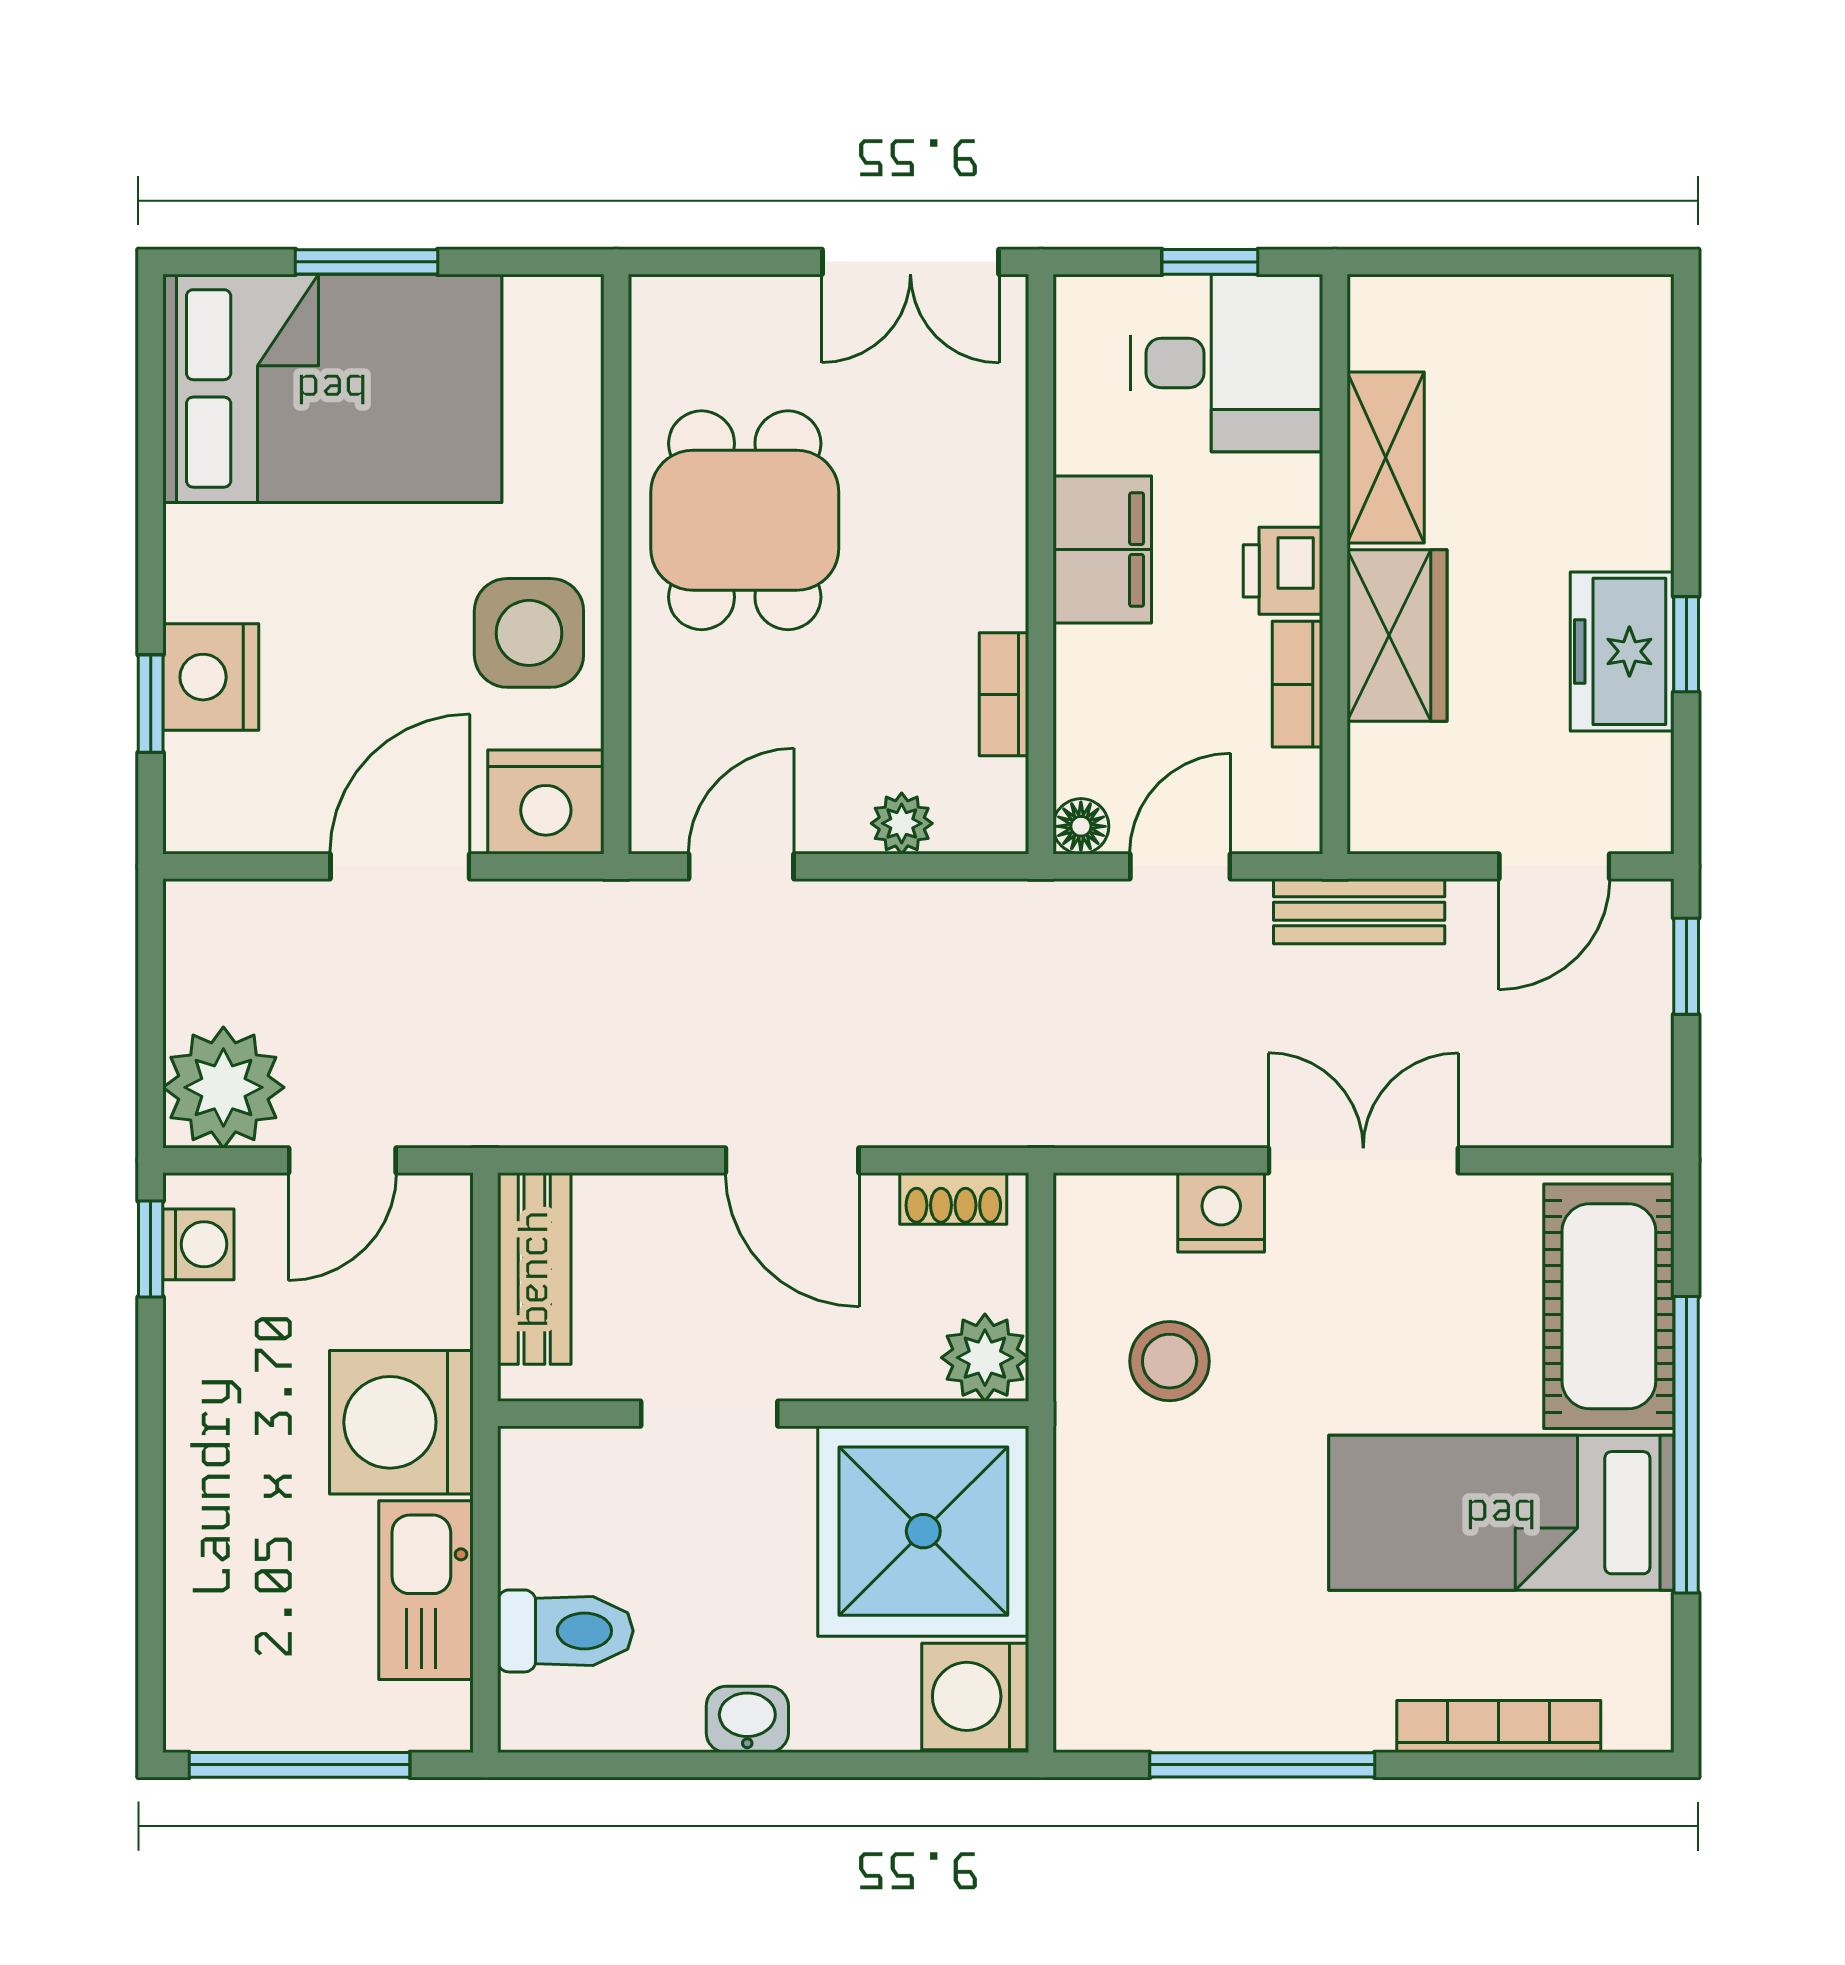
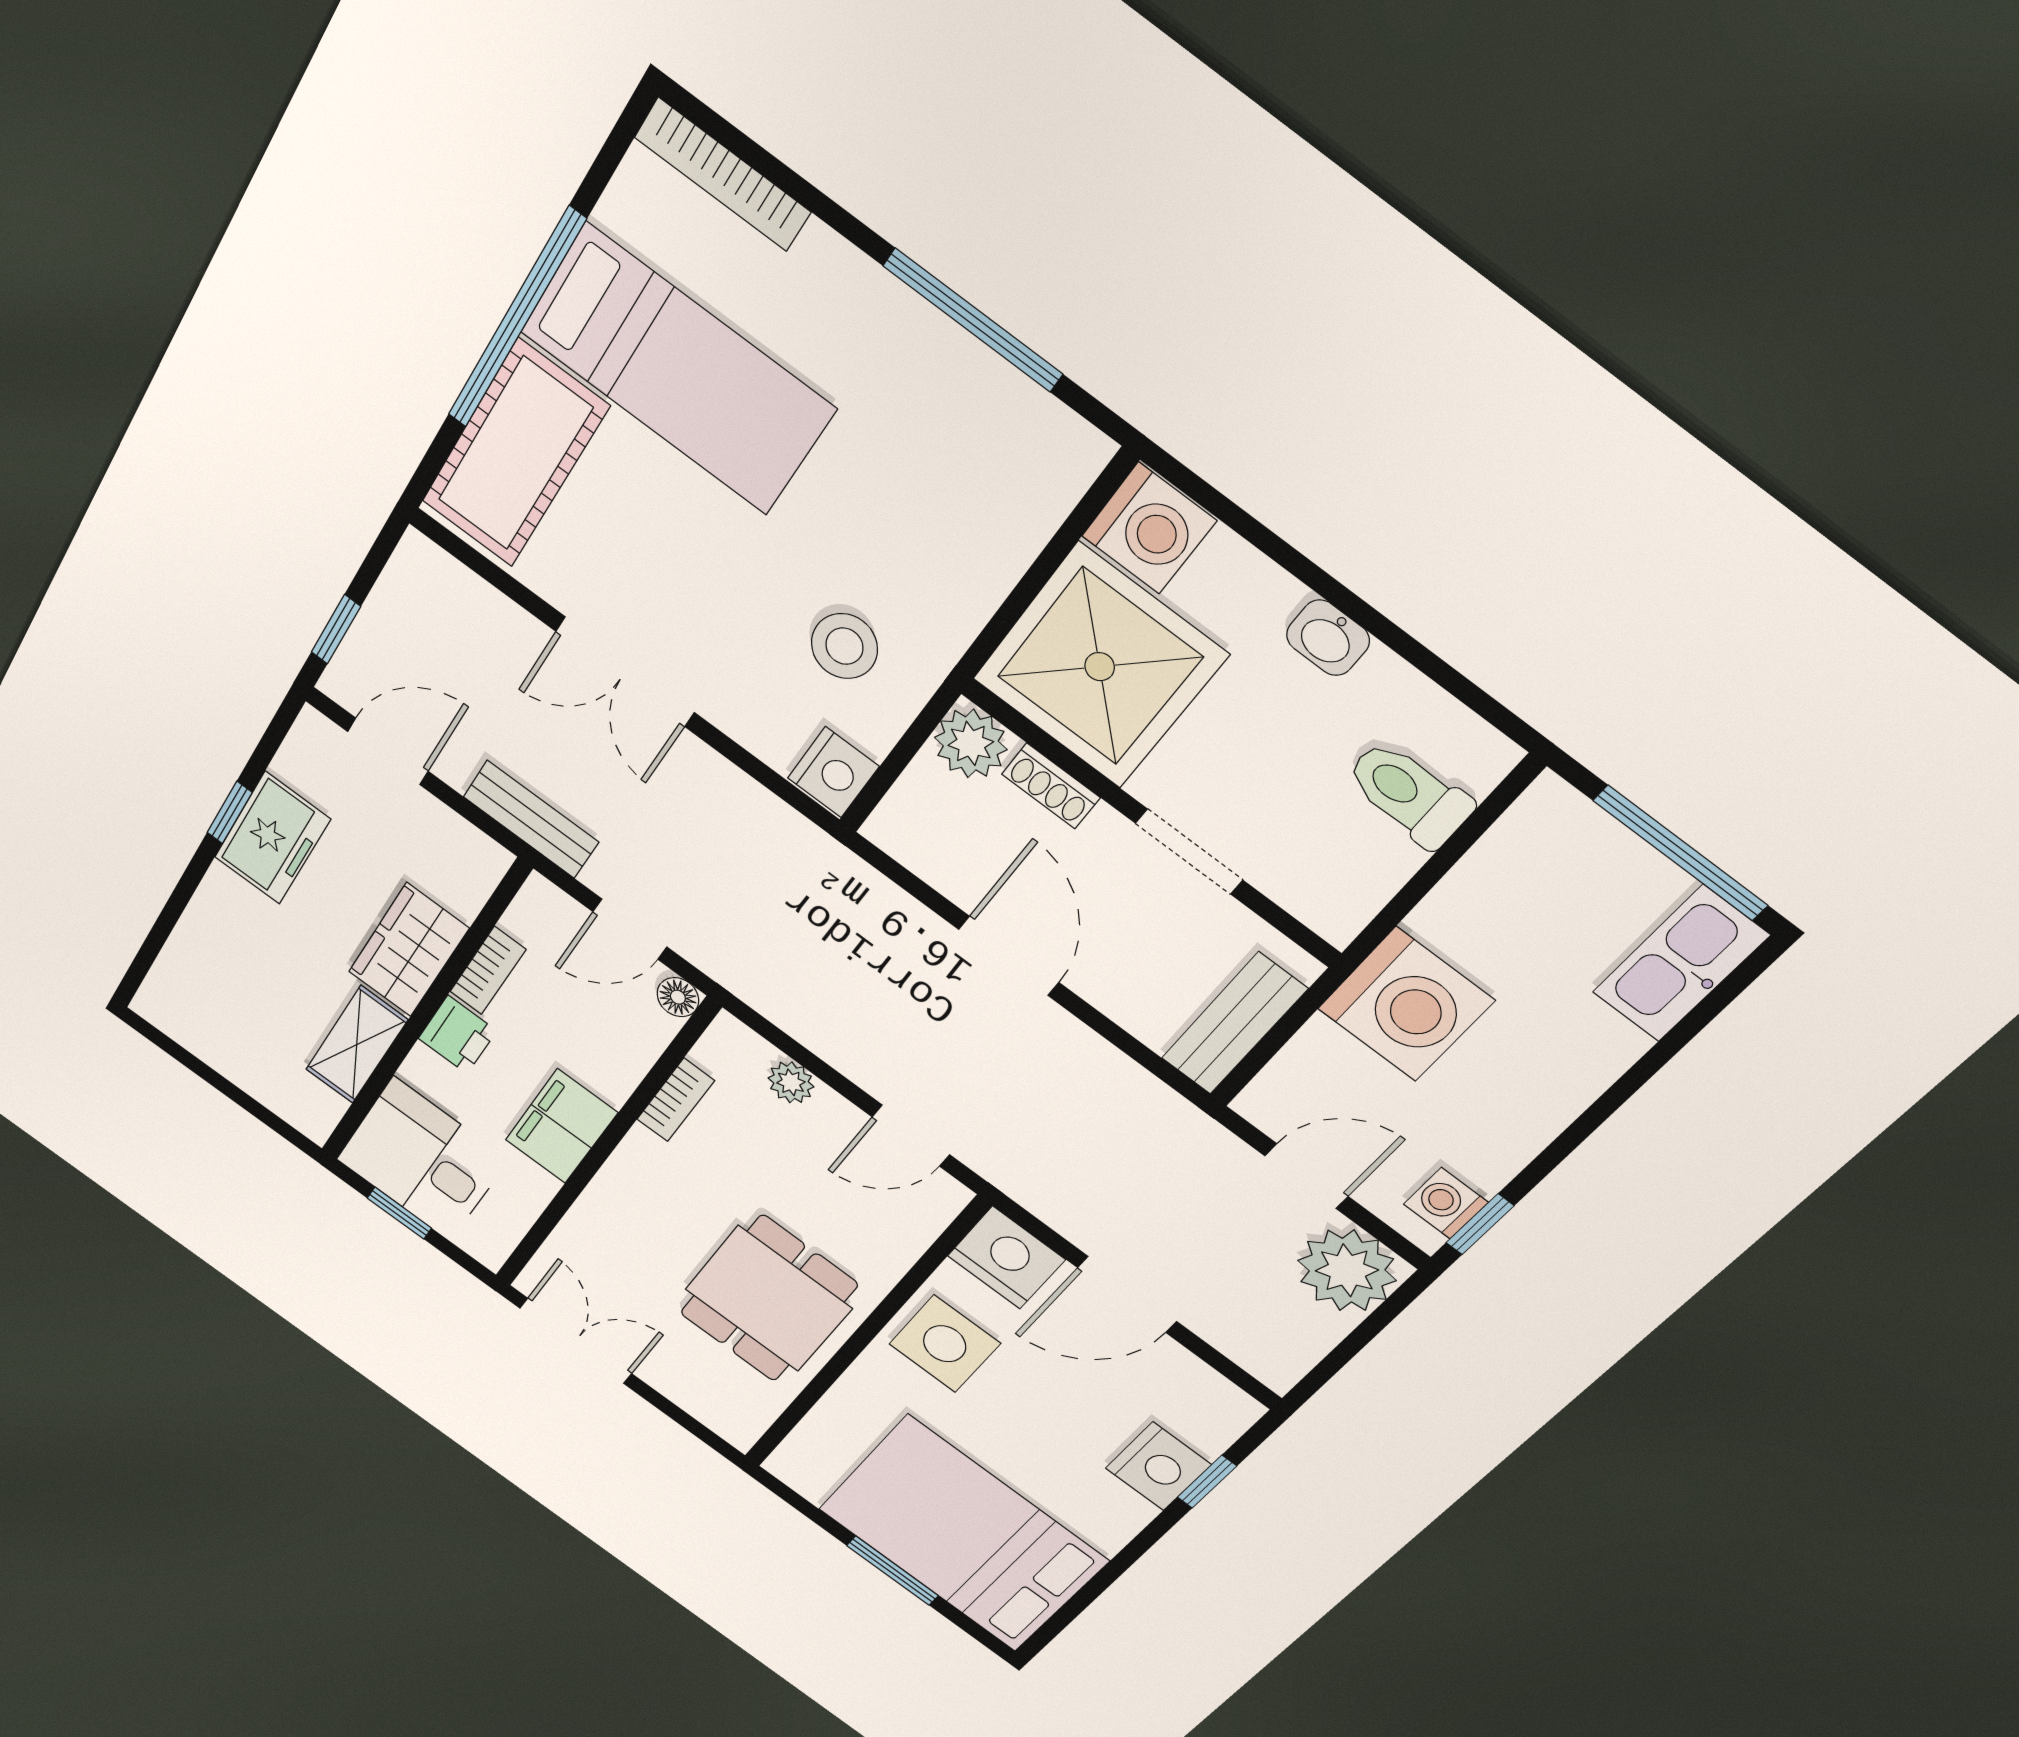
shoe rack: (953, 1198) -> (1051, 786), moved, turned 180
nightstand: (1221, 1212) -> (833, 772), moved, turned -90
kitchen sink: (426, 1590) -> (1680, 964), moved, turned 180
bookcase: (1499, 1726) -> (723, 175), moved

